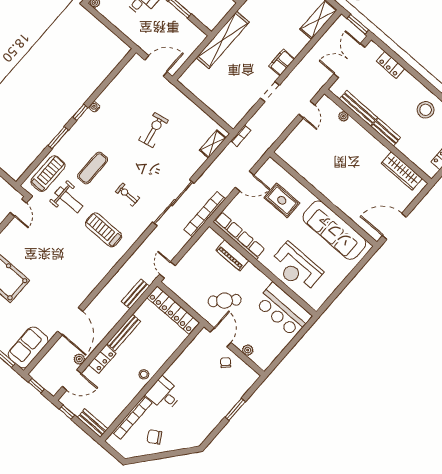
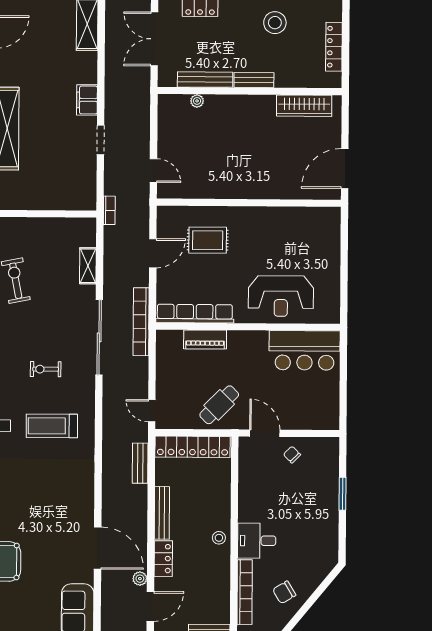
door: (307, 110) -> (153, 170), moved
shelving: (213, 144) -> (88, 266), moved
sofa: (334, 230) -> (287, 225), removed
cafe table: (225, 301) -> (219, 405), moved
plant: (248, 350) -> (304, 422), removed

